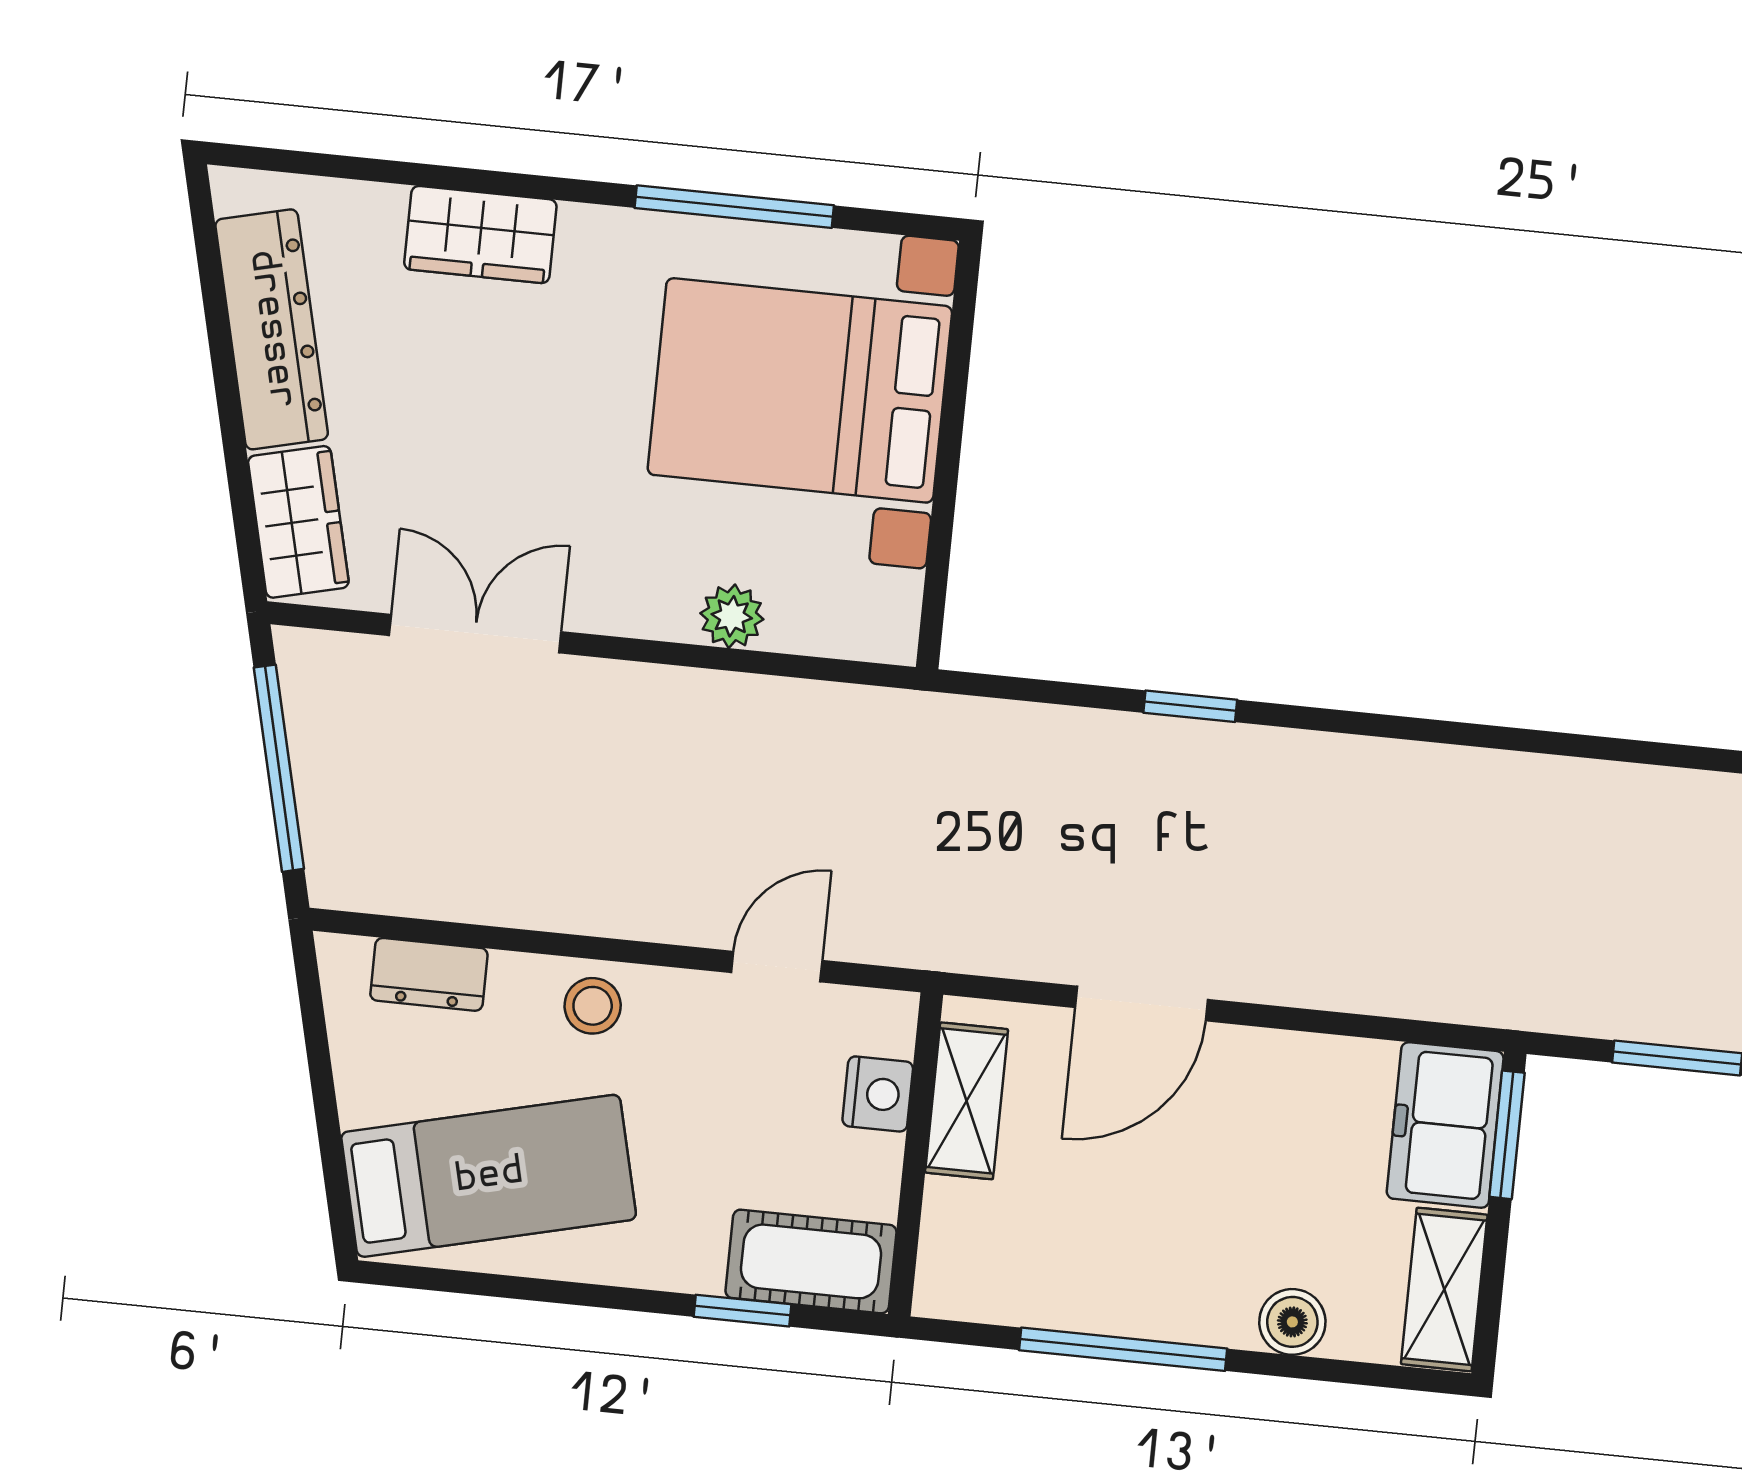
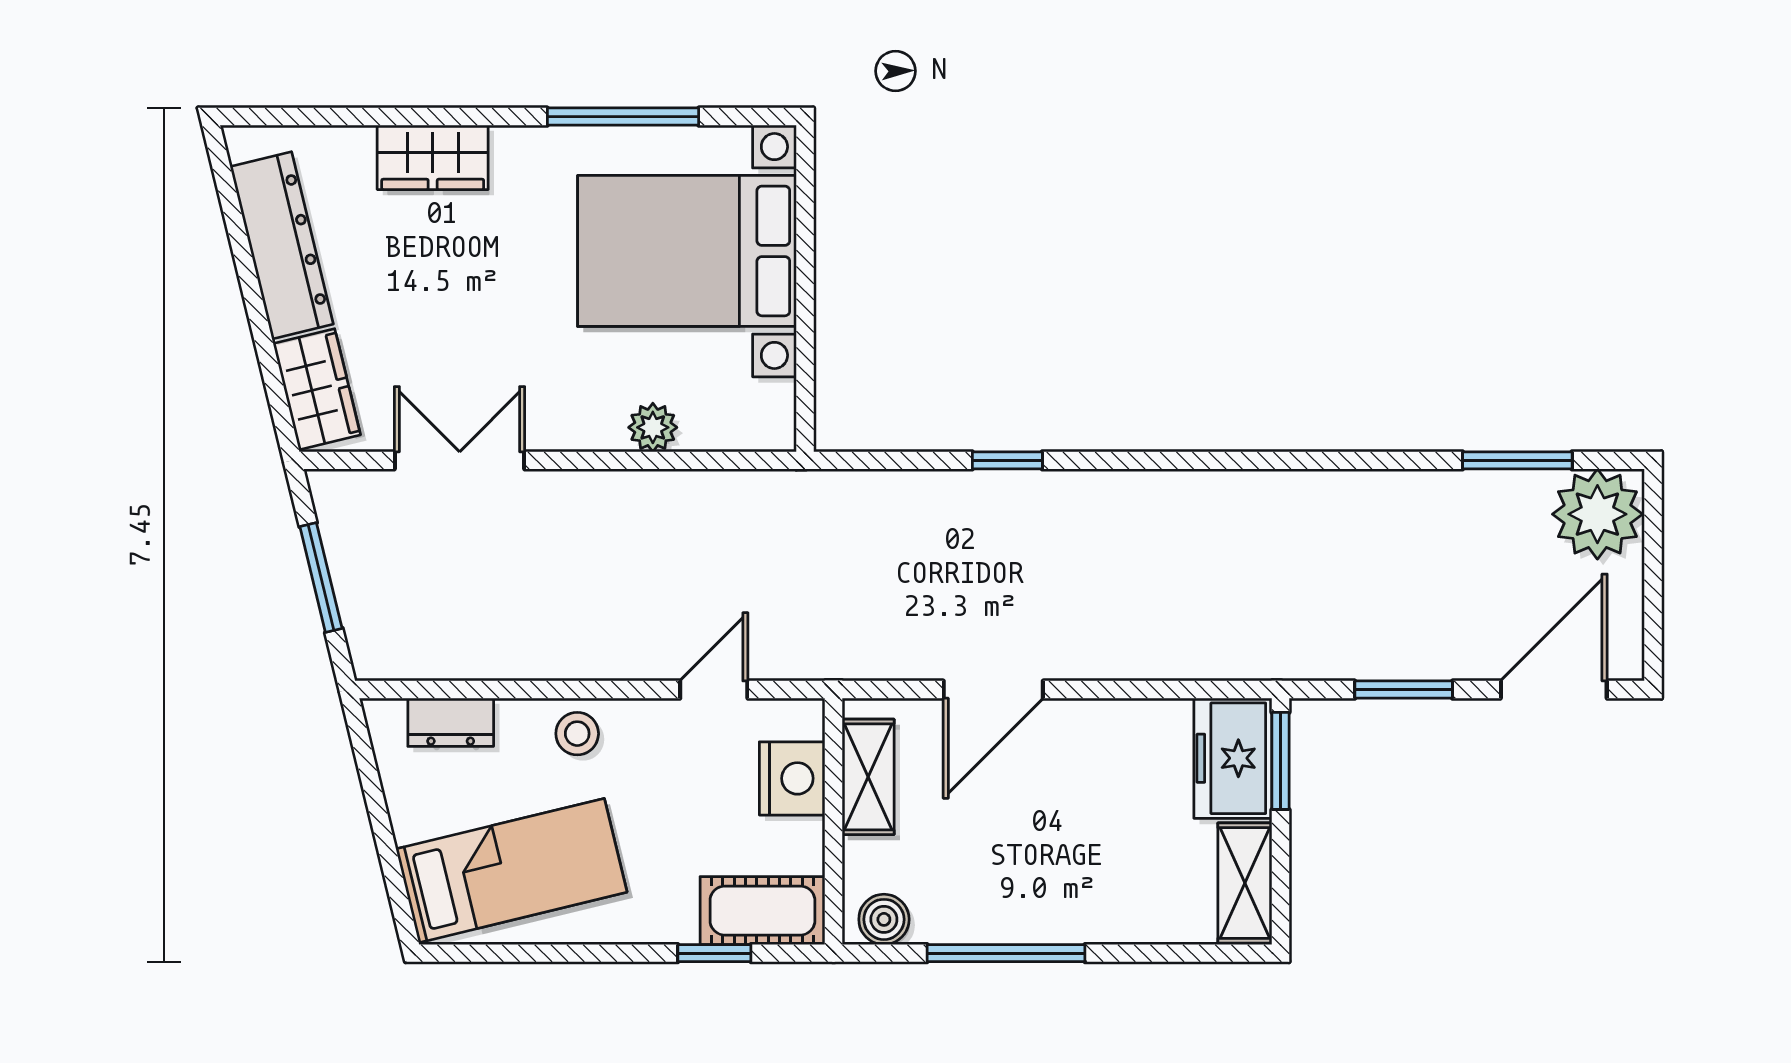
window: (279, 768) -> (321, 578), width x0.69
nightstand: (878, 1094) -> (792, 778), width x1.36, depth x1.33
boiler: (1292, 1322) -> (884, 919), moved

